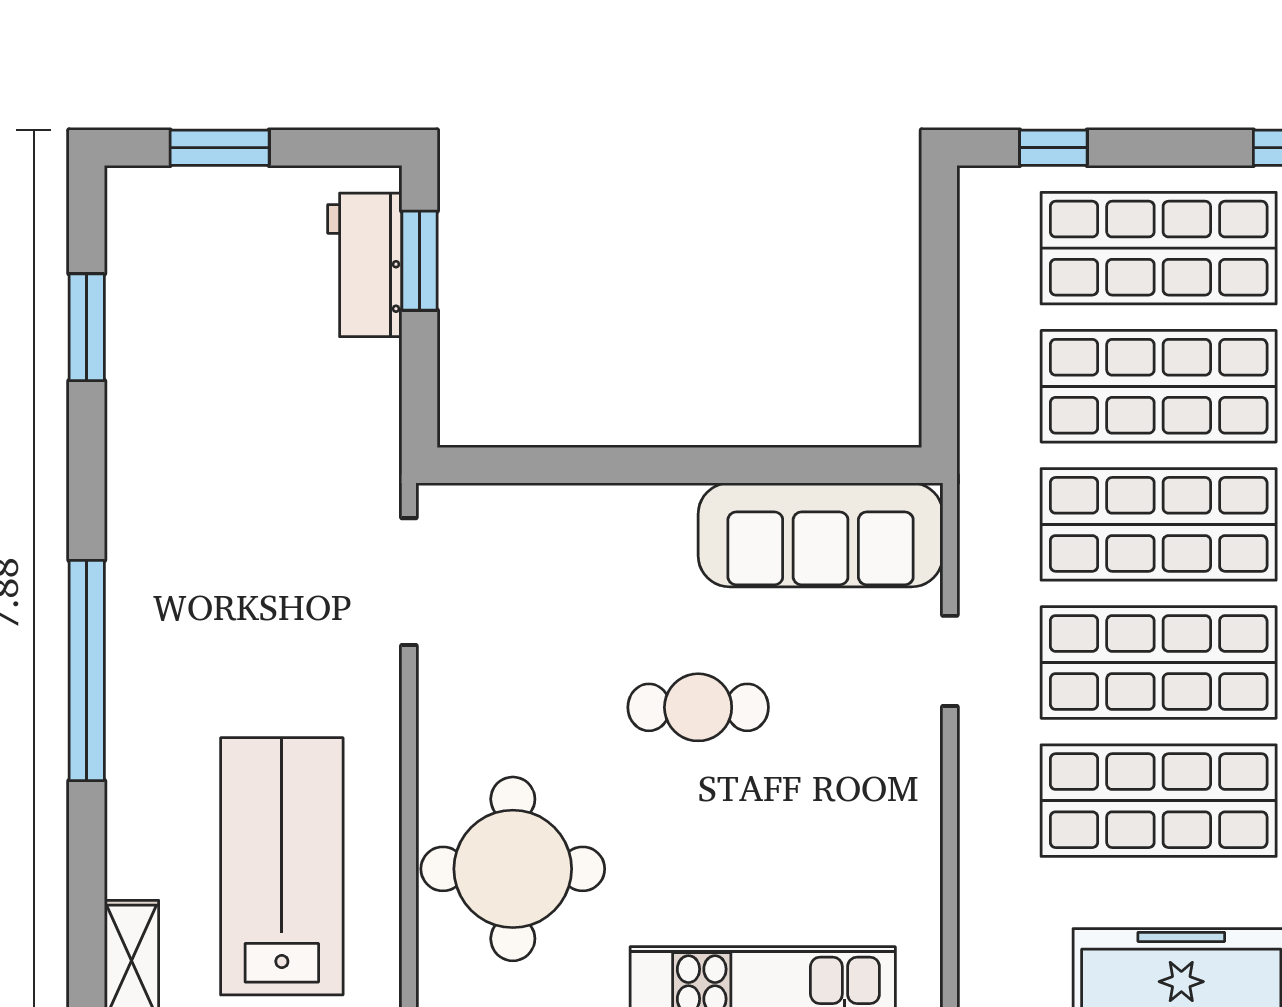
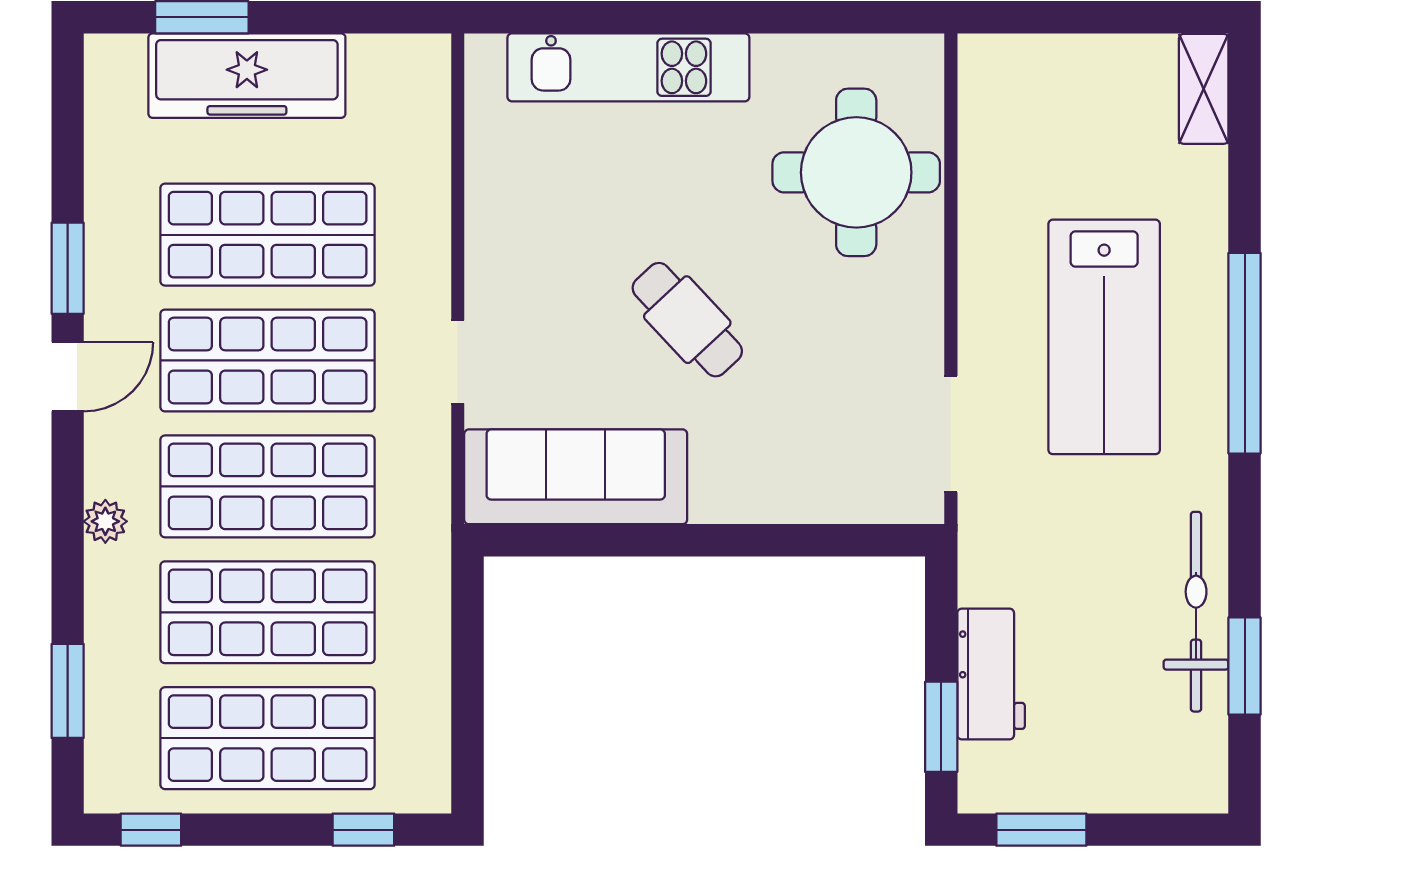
window: (220, 148) -> (1041, 830), moved
workbench: (365, 265) -> (991, 674), moved
bicycle: (140, 387) -> (1196, 612), added
cafe table: (698, 707) -> (687, 320), turned 47
lab bench: (282, 866) -> (1104, 337), moved

